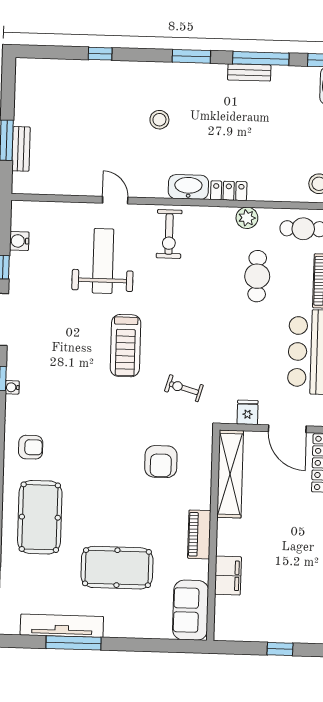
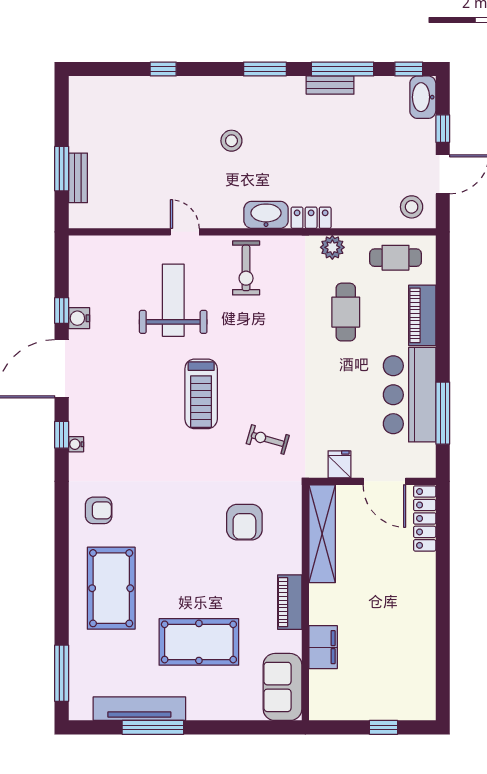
water cooler: (19, 241) -> (79, 318), moved

